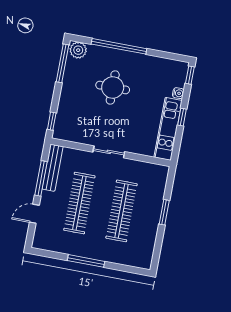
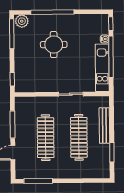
window: (182, 117) -> (111, 57), width x3.17
sliding door: (109, 152) -> (71, 94), moved
bench: (52, 168) -> (104, 126), moved
window: (164, 212) -> (112, 152), moved
window: (86, 261) -> (38, 181), moved

